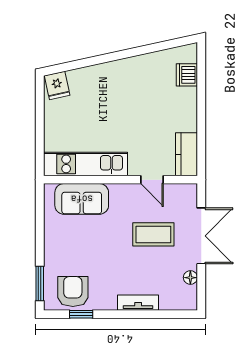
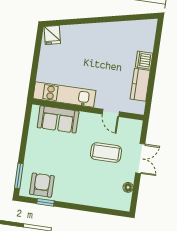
dishwasher: (187, 75) -> (144, 60), moved
kitchen counter: (187, 154) -> (140, 85), moved
double door: (201, 236) -> (140, 158), width x0.73
tv unit: (138, 303) -> (88, 200), removed

